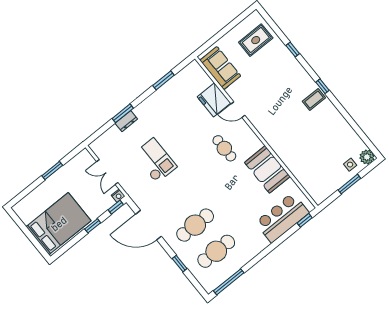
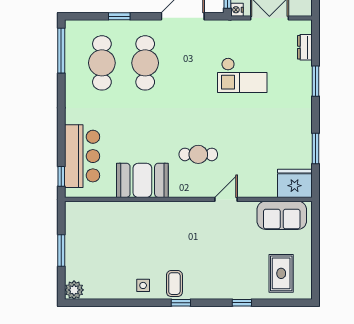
fridge: (214, 100) -> (295, 183), moved
dresser: (126, 121) -> (305, 47), moved
side table: (350, 165) -> (143, 285), moved

